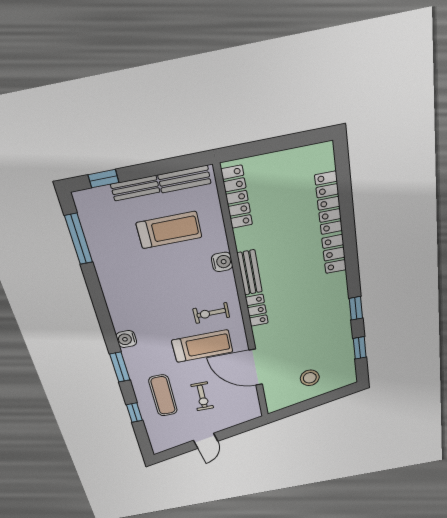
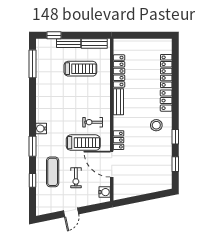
locker: (237, 197) -> (119, 71), moved
water cooler: (222, 262) -> (105, 192), moved
locker: (257, 310) -> (119, 140), moved
stool: (310, 378) -> (156, 125), moved

